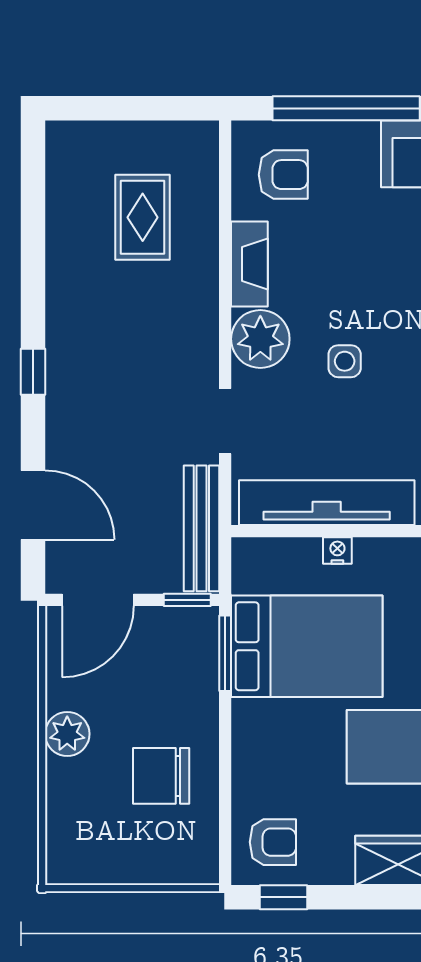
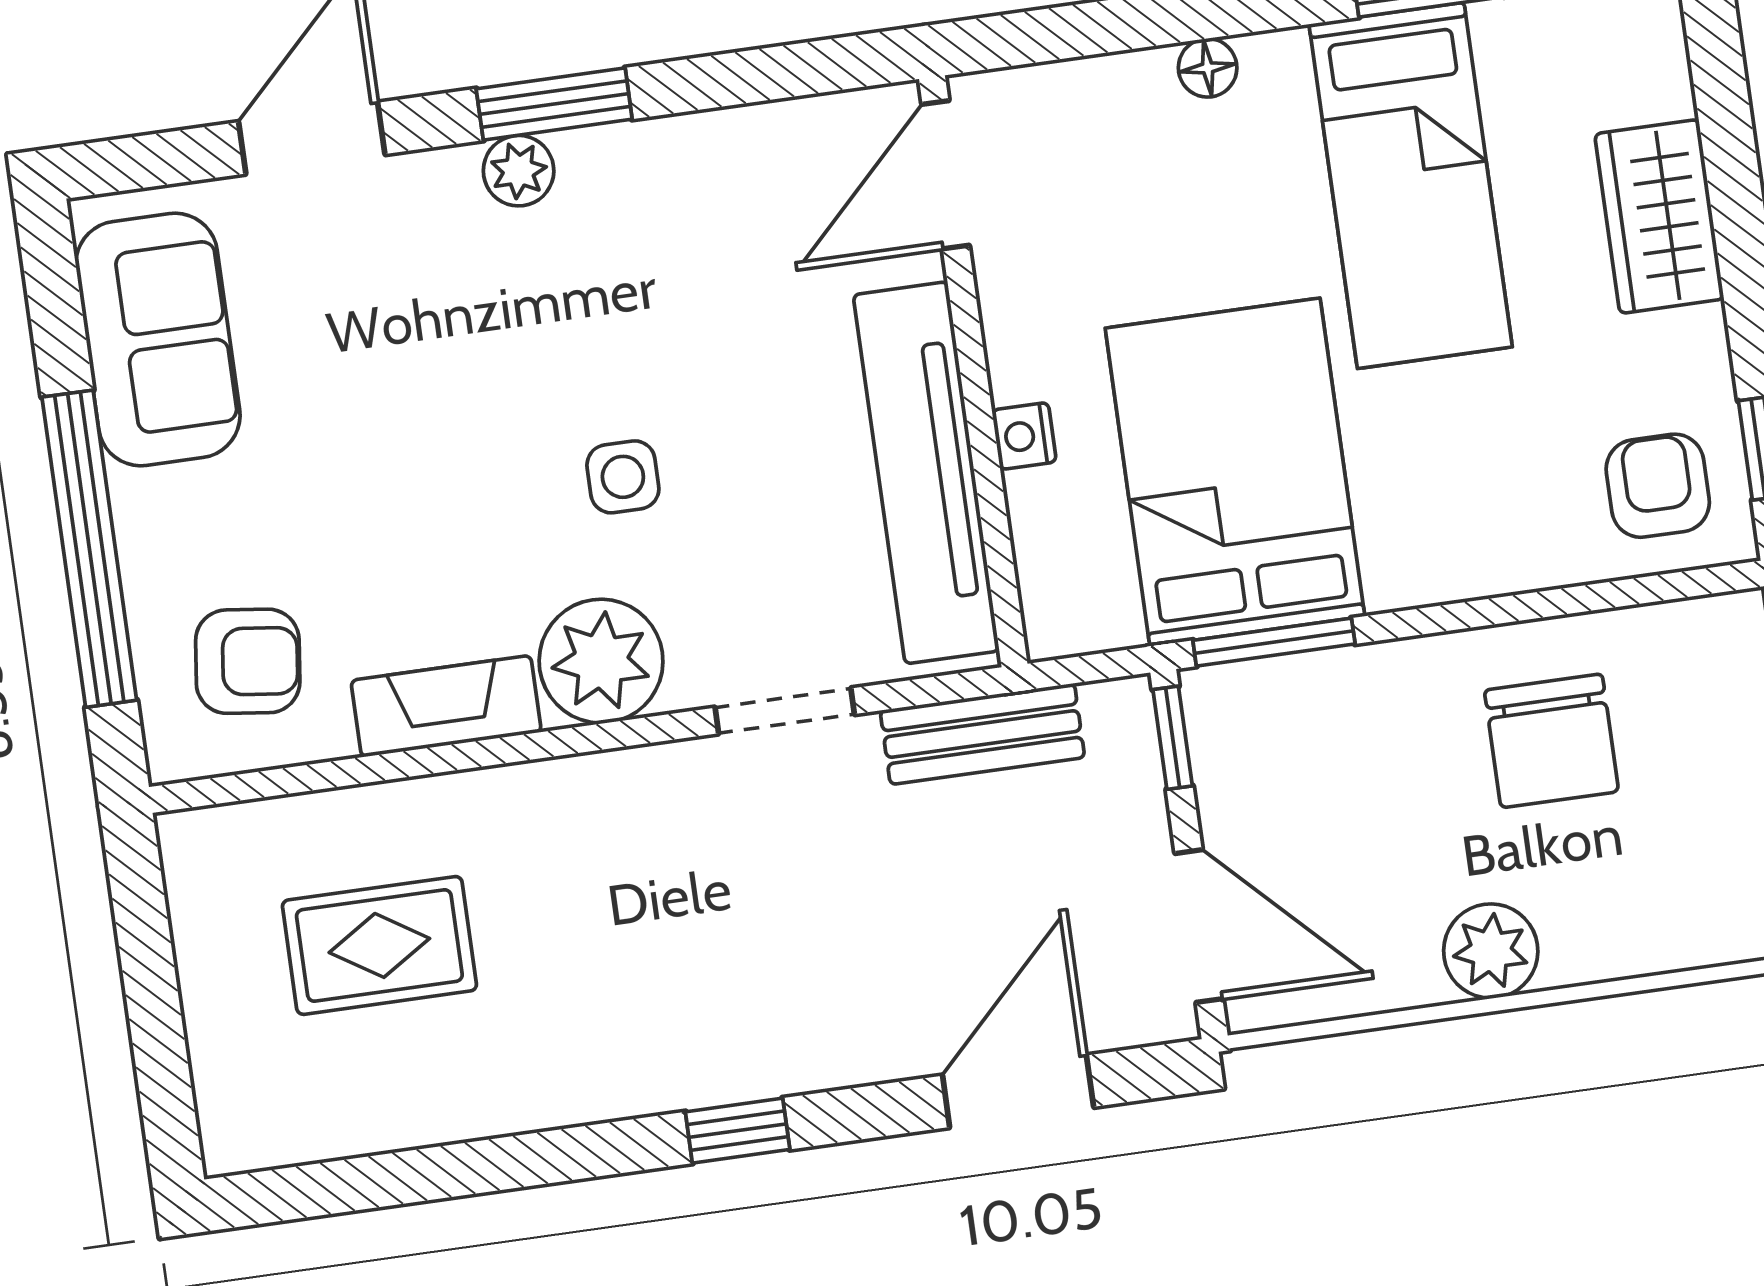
armchair: (283, 175) -> (248, 661), turned 97
bench: (201, 528) -> (982, 734), width x0.73

